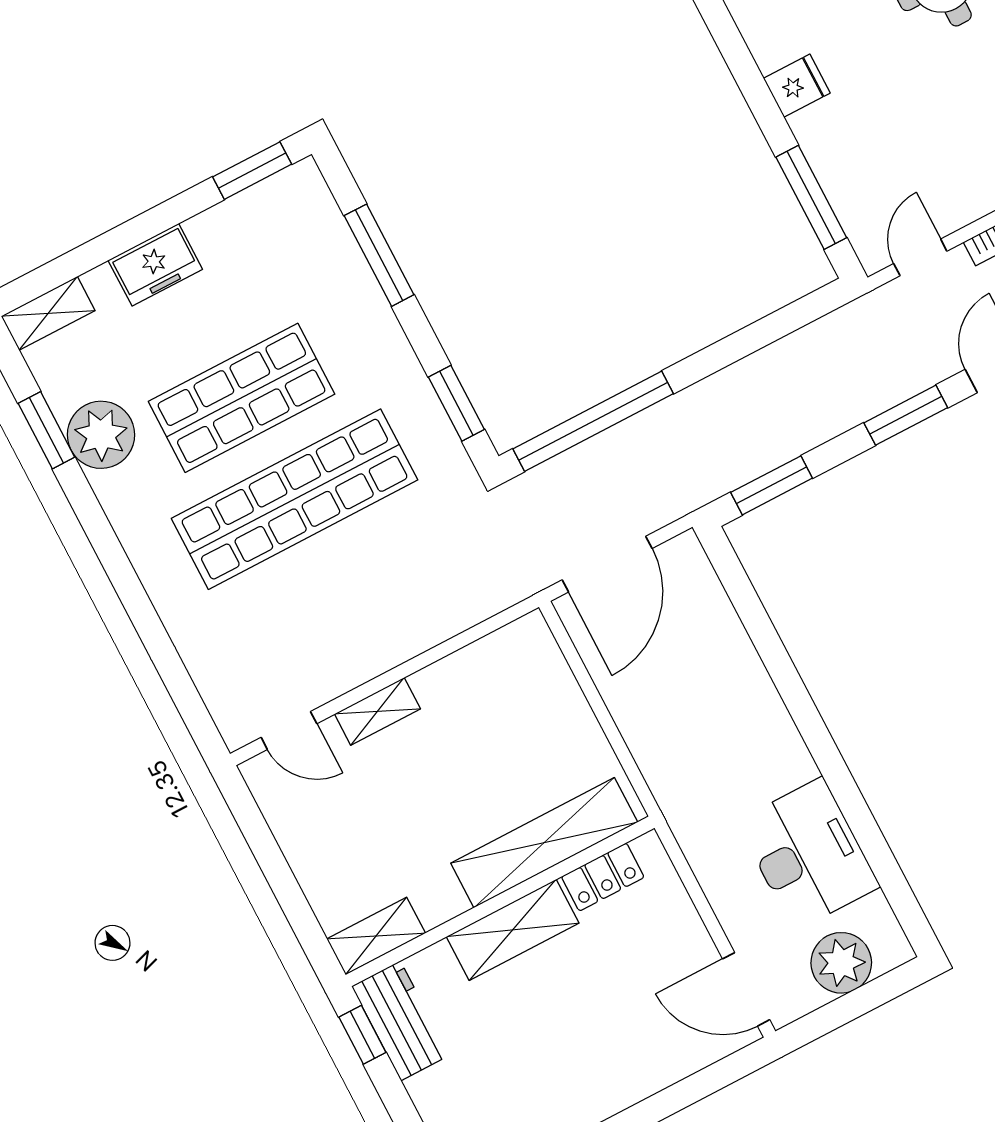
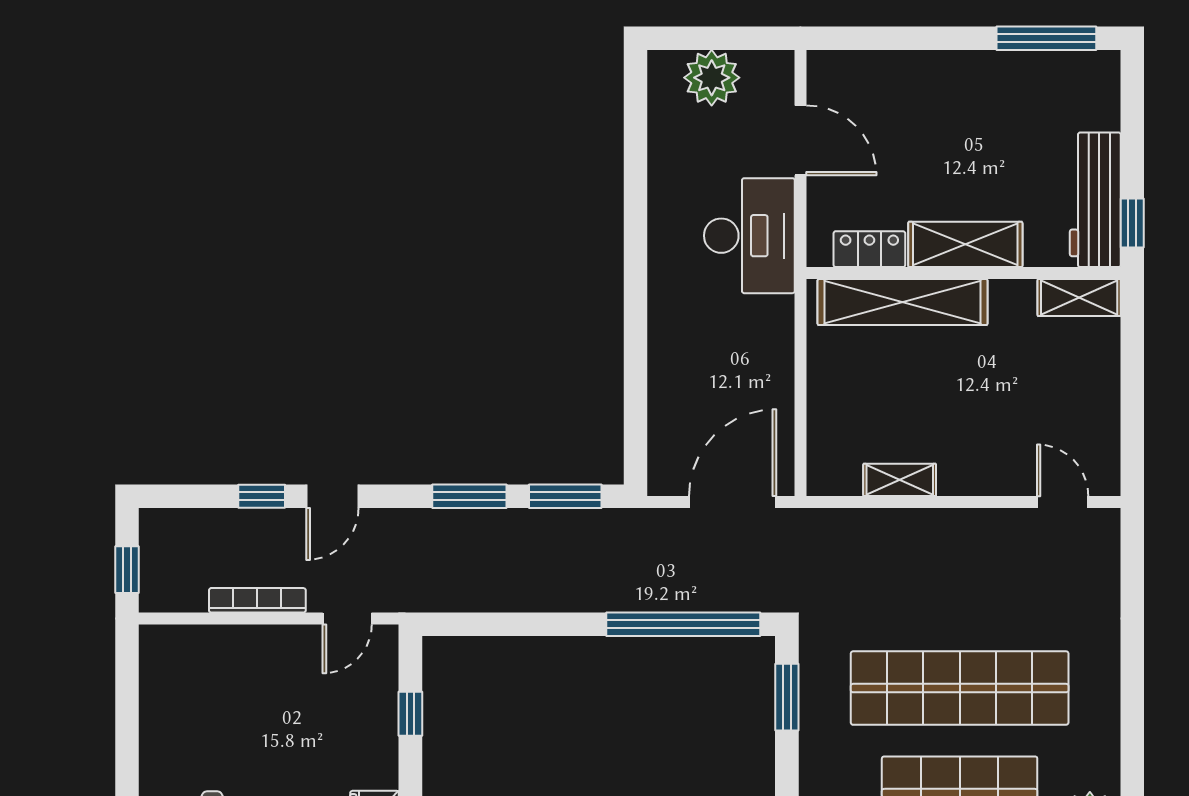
window: (811, 197) -> (410, 714), width x0.46
window: (906, 415) -> (469, 496), moved
shelving: (377, 711) -> (900, 480), moved
desk: (808, 854) -> (749, 236), moved, turned 180
door: (746, 989) -> (800, 140), moved
workbench: (401, 1021) -> (1095, 200), width x1.38

